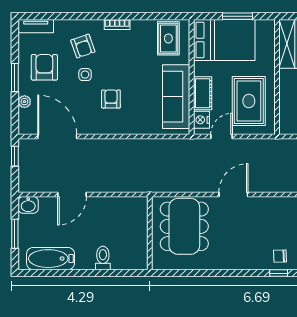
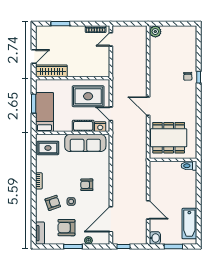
bed: (224, 40) -> (44, 112), width x0.67
toilet: (103, 258) -> (189, 166), moved

